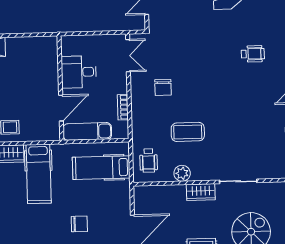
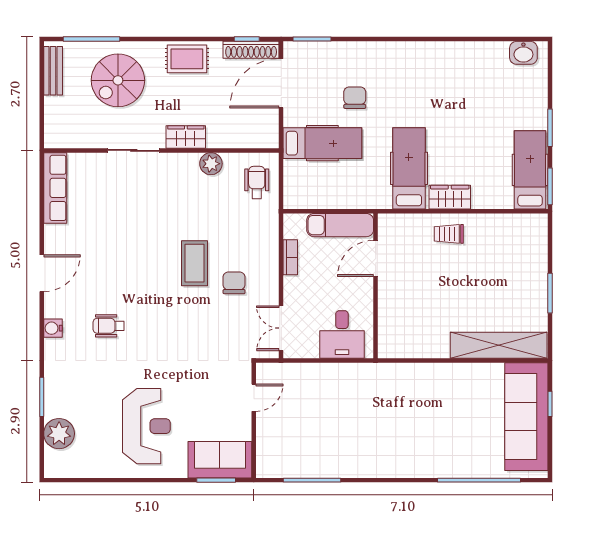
desk: (79, 72) -> (342, 334), moved, turned 90
coffee table: (188, 132) -> (194, 263), moved, turned 90
hospital bed: (101, 168) -> (322, 143), moved
chair: (79, 224) -> (355, 98), turned 90

